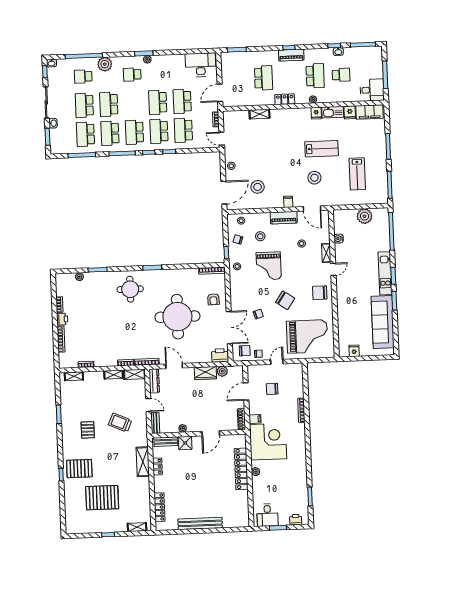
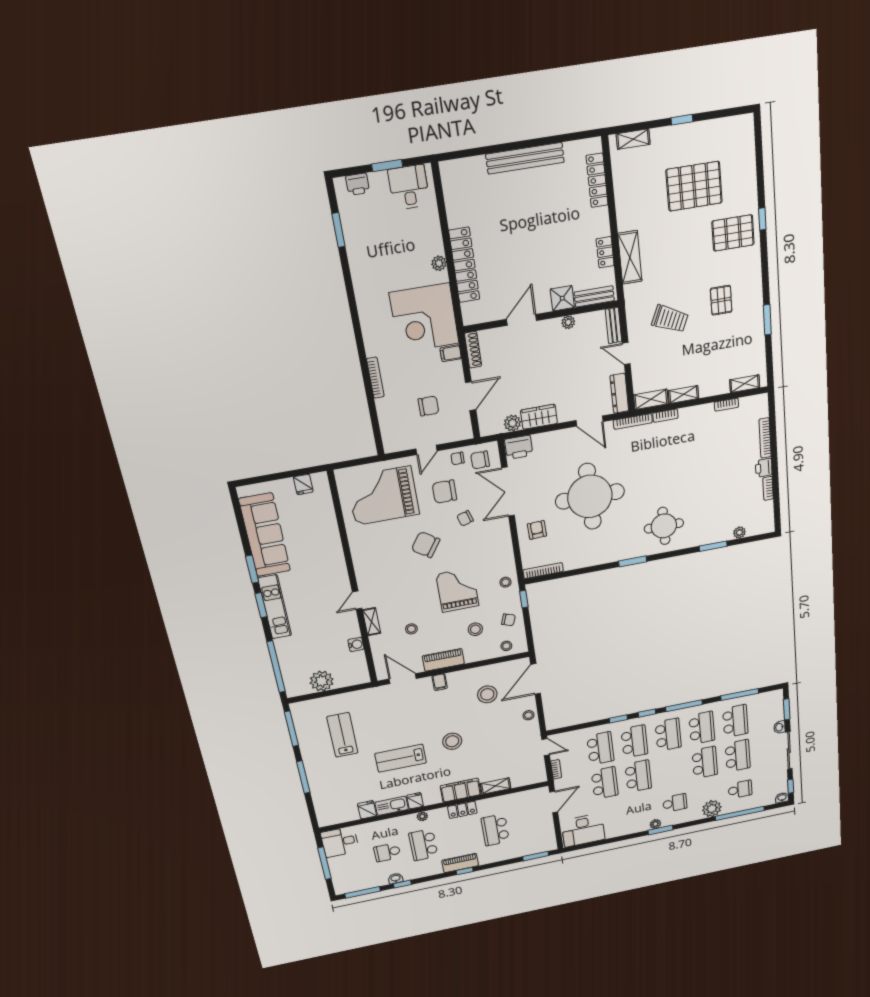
filing cabinet: (369, 112) -> (461, 790), moved
stool: (314, 178) -> (452, 741), moved
chair: (320, 293) -> (445, 492), moved, turned 180

